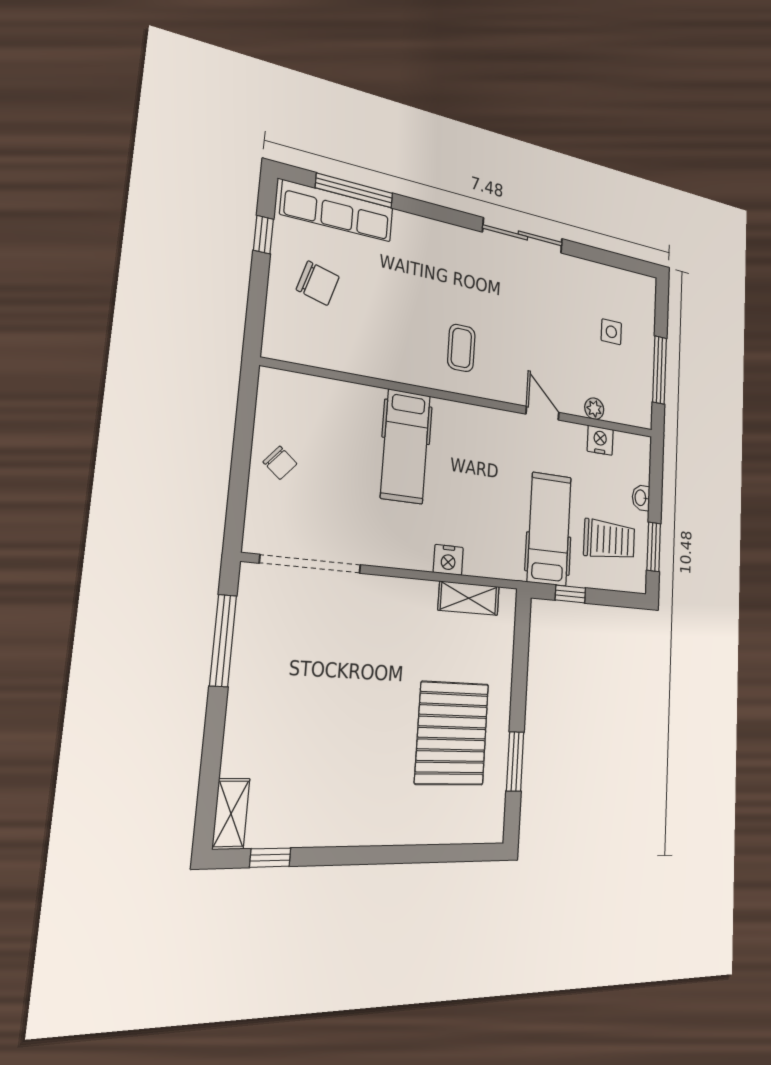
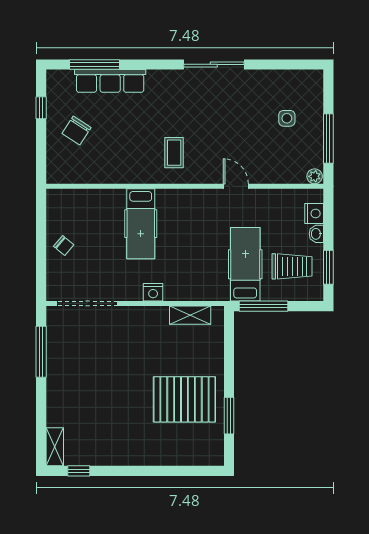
row of seats: (337, 211) -> (110, 81), moved
chair: (318, 283) -> (77, 130), turned 107
plant: (594, 409) -> (315, 176), moved
nightstand: (600, 440) -> (314, 214), moved, turned 90
nightstand: (448, 560) -> (153, 292), moved
window: (570, 594) -> (263, 306), width x2.17
pallet: (452, 733) -> (184, 399), turned 90

